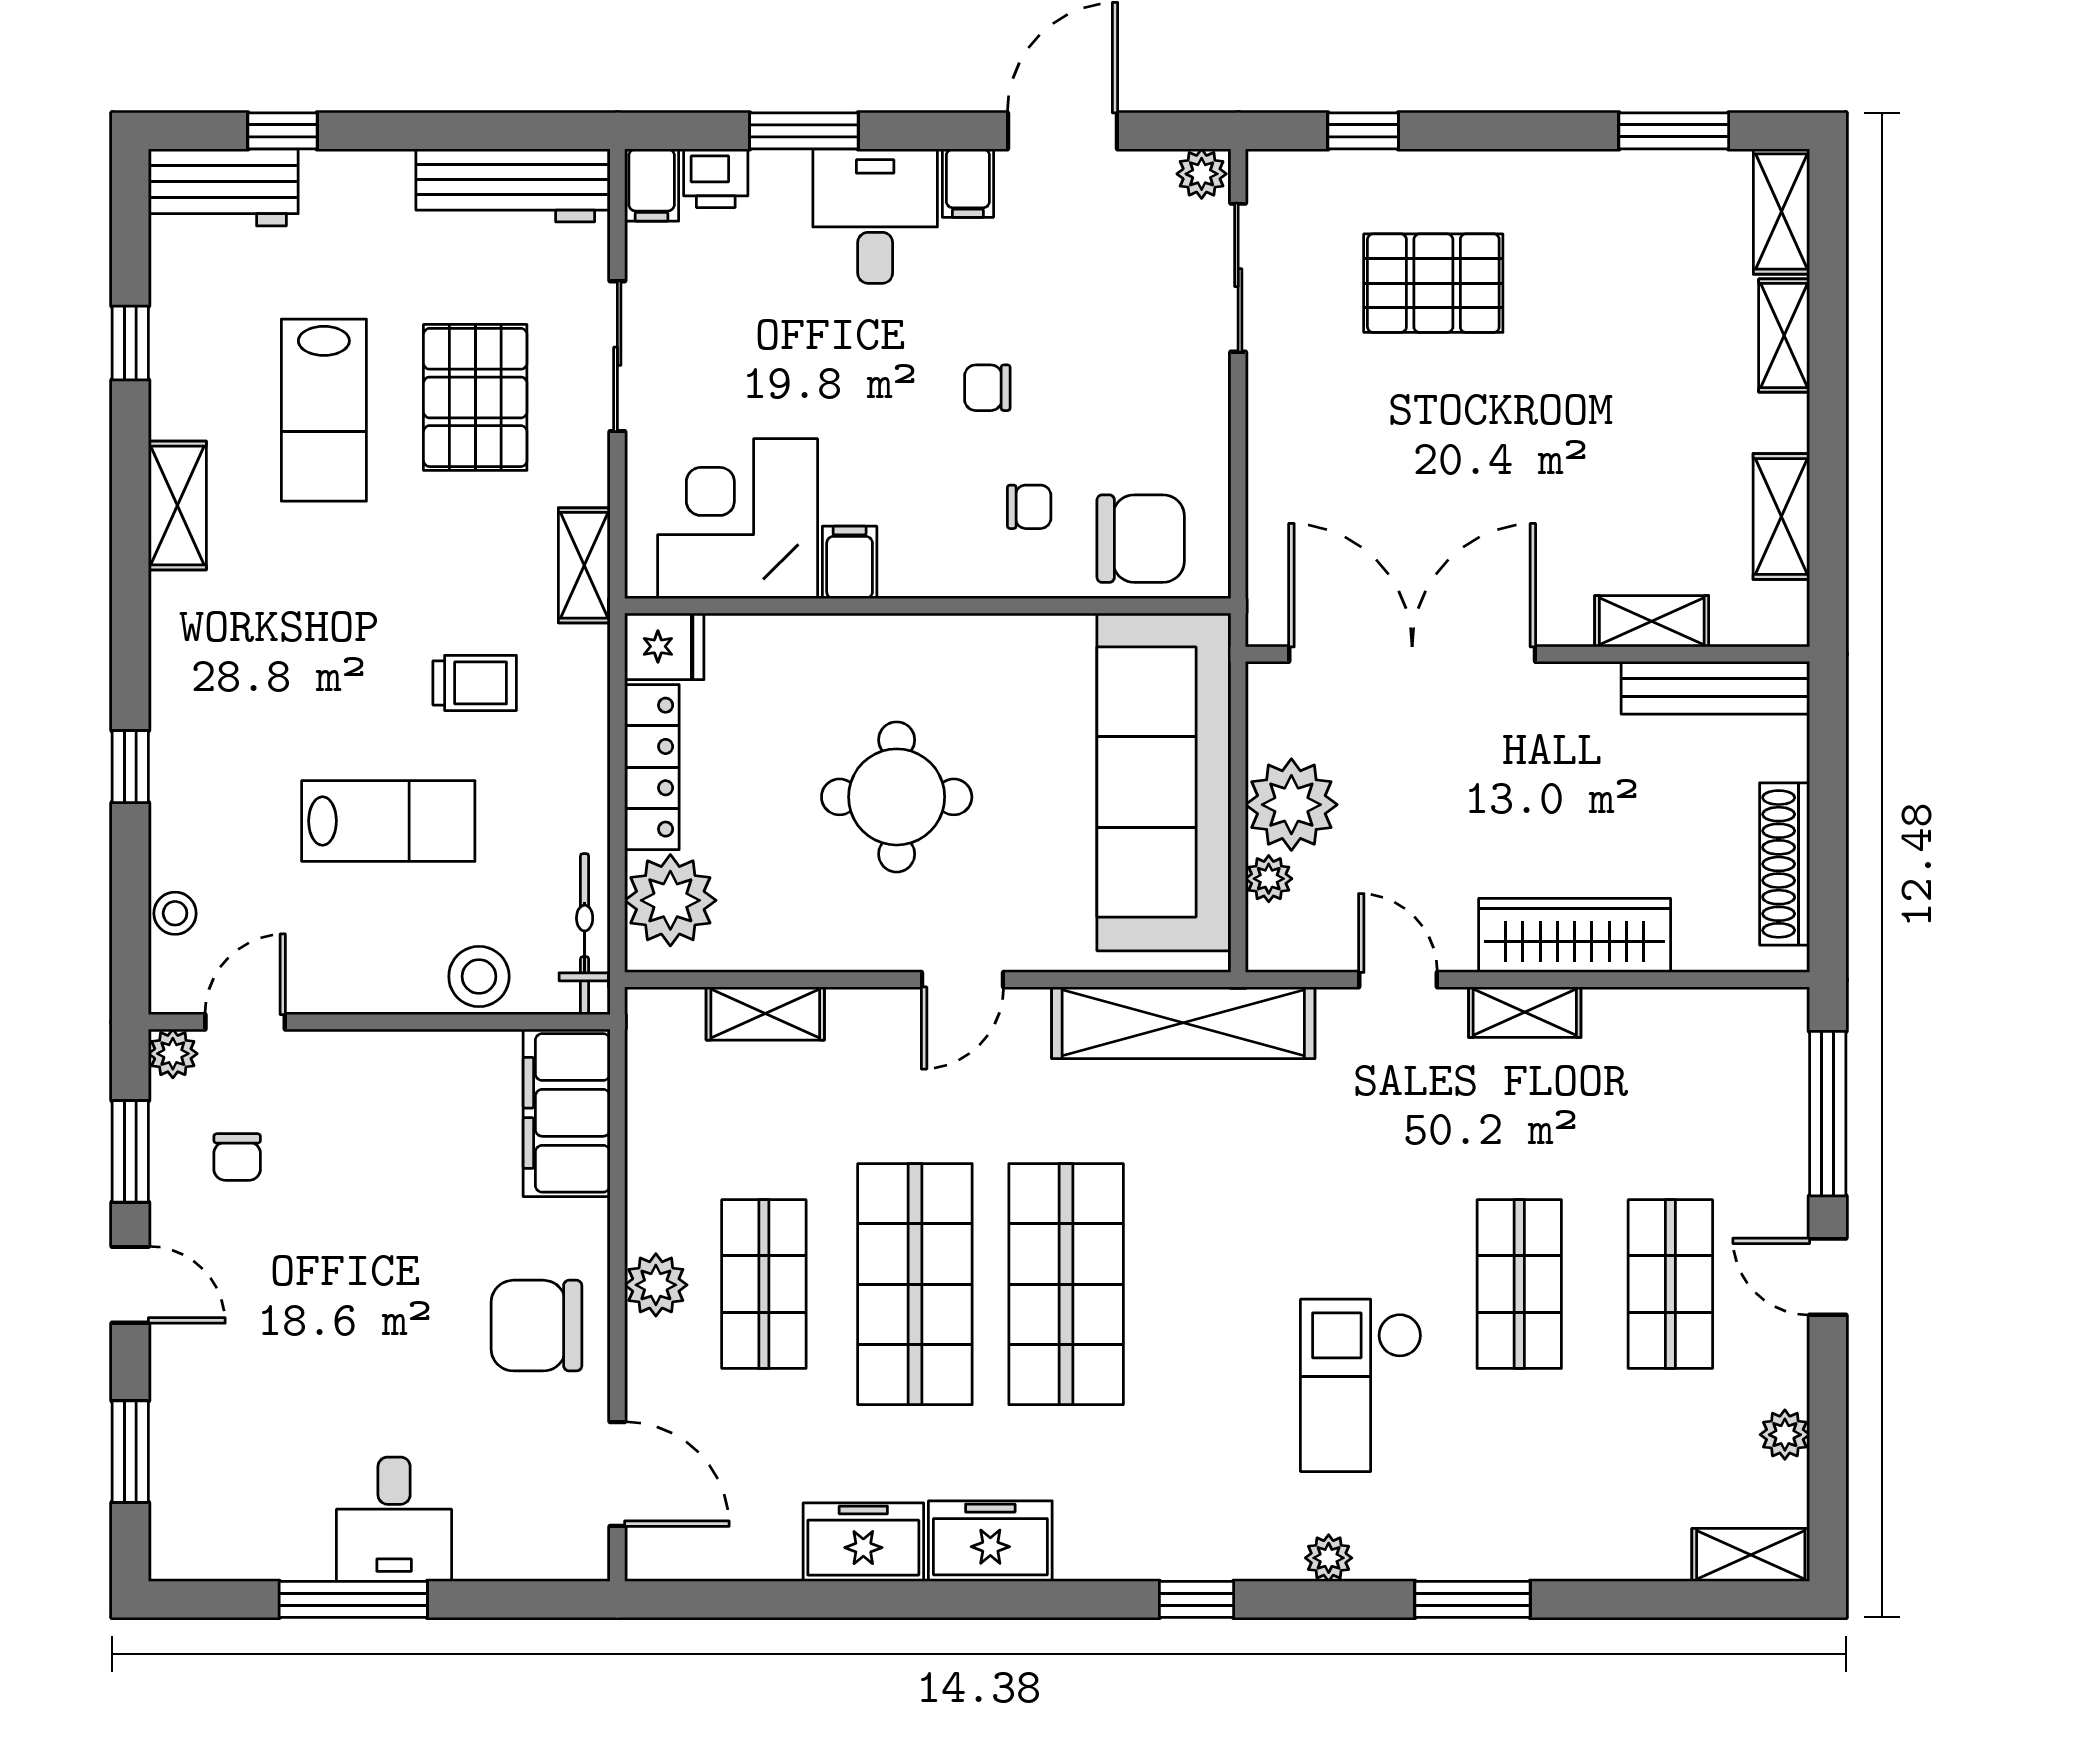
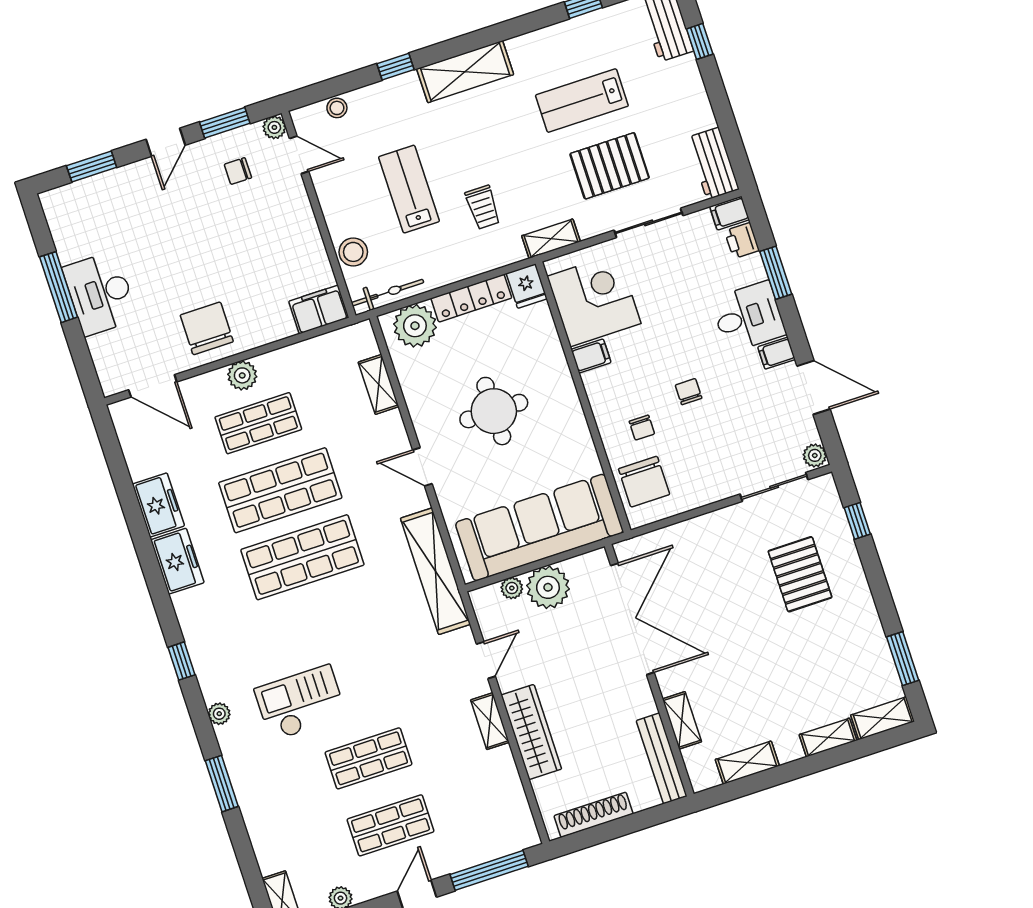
workbench: (513, 185) -> (713, 163), width x0.73
shelving: (177, 505) -> (465, 72), moved, width x1.50, depth x1.33
lab bench: (388, 821) -> (409, 189), turned 180
filing cabinet: (567, 1113) -> (319, 309), width x0.67, depth x0.86
door: (617, 1474) -> (153, 386), hinge flipped
desk: (394, 1519) -> (100, 293), width x1.37

